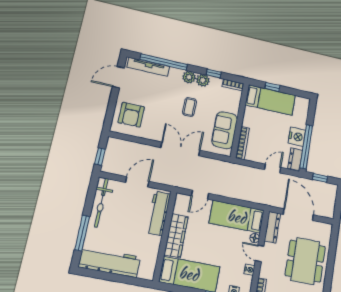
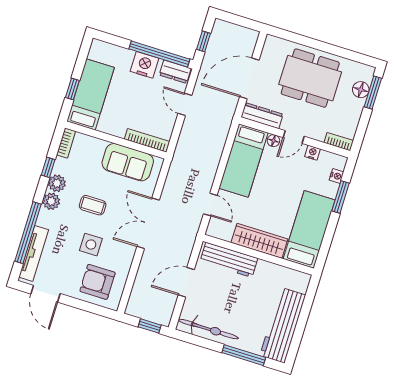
side table: (160, 108) -> (91, 245), added
armchair: (131, 115) -> (98, 282), turned 180
door: (137, 182) -> (186, 282), hinge flipped

